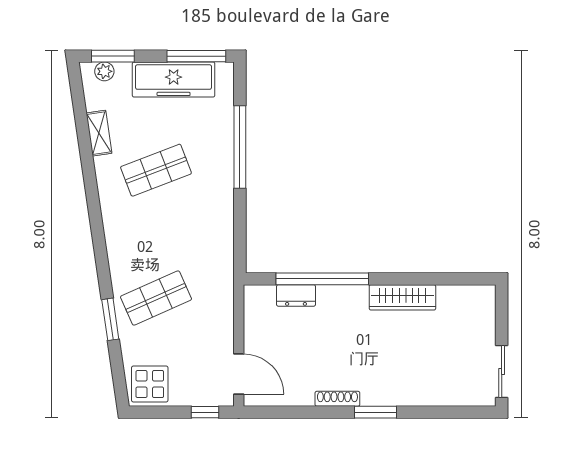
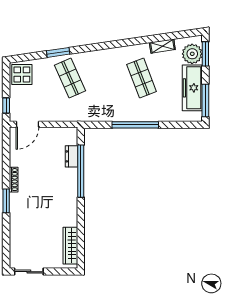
plant: (104, 71) -> (192, 54), width x1.88, depth x1.88
window: (240, 147) -> (135, 125), moved
wardrobe: (402, 297) -> (70, 246), moved

